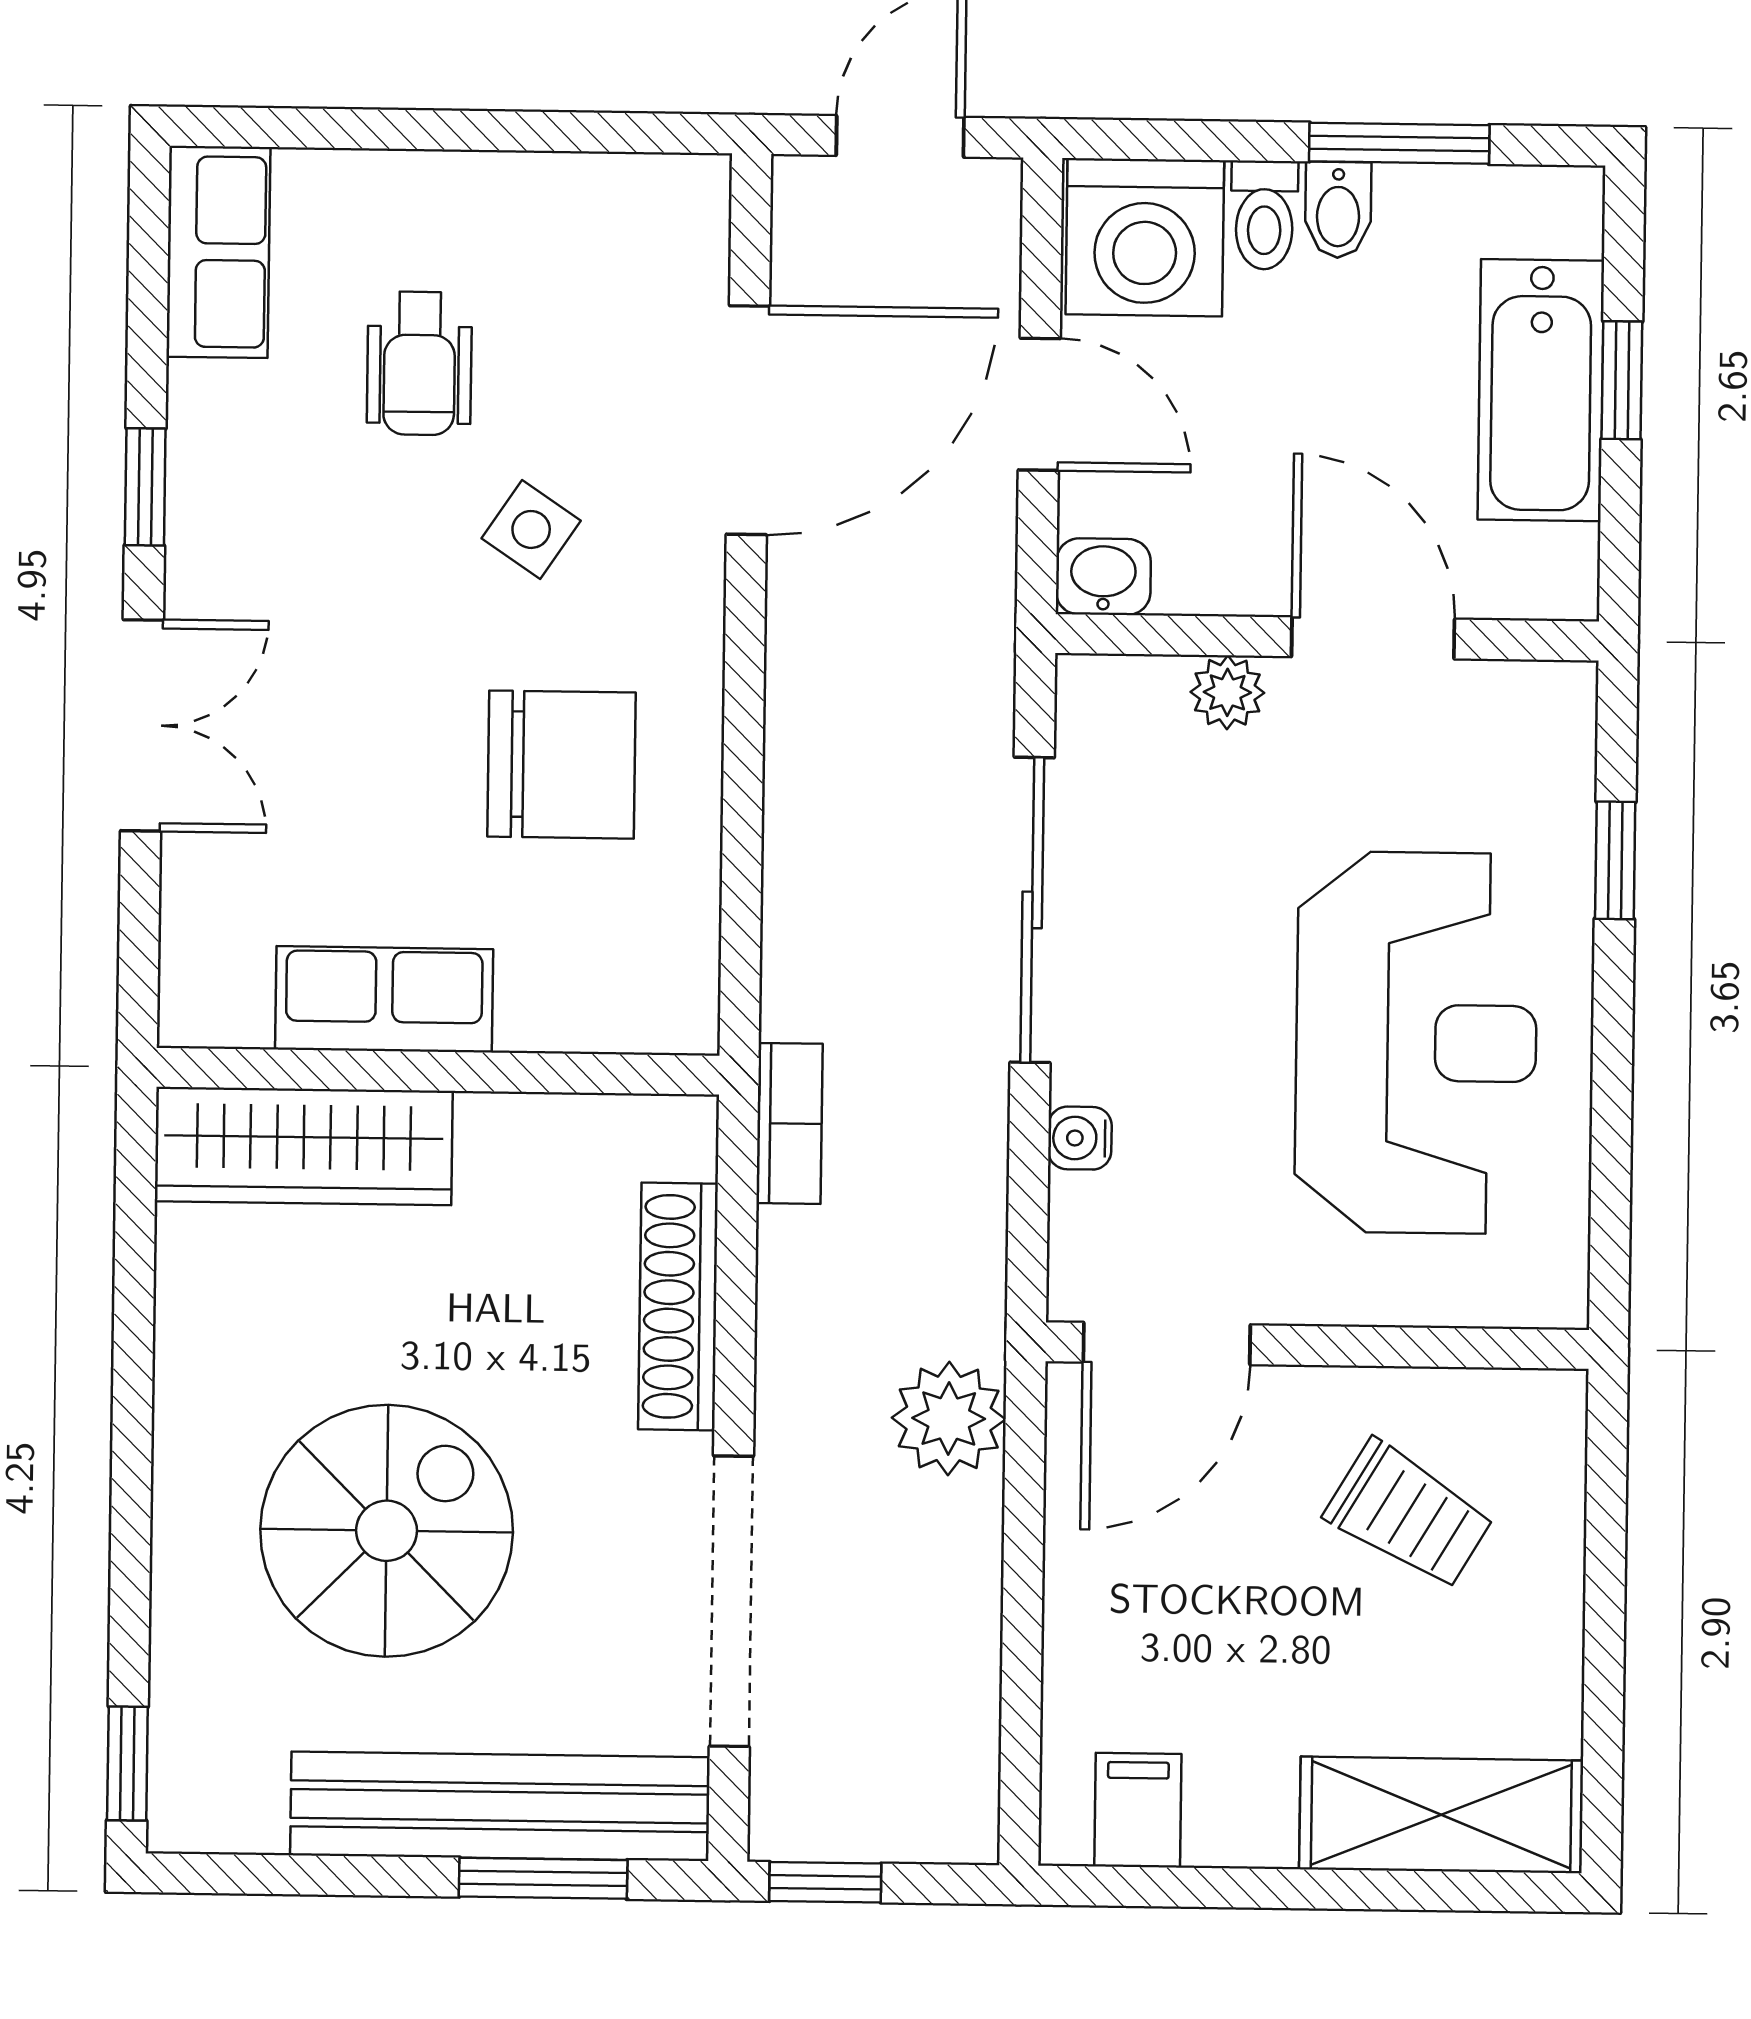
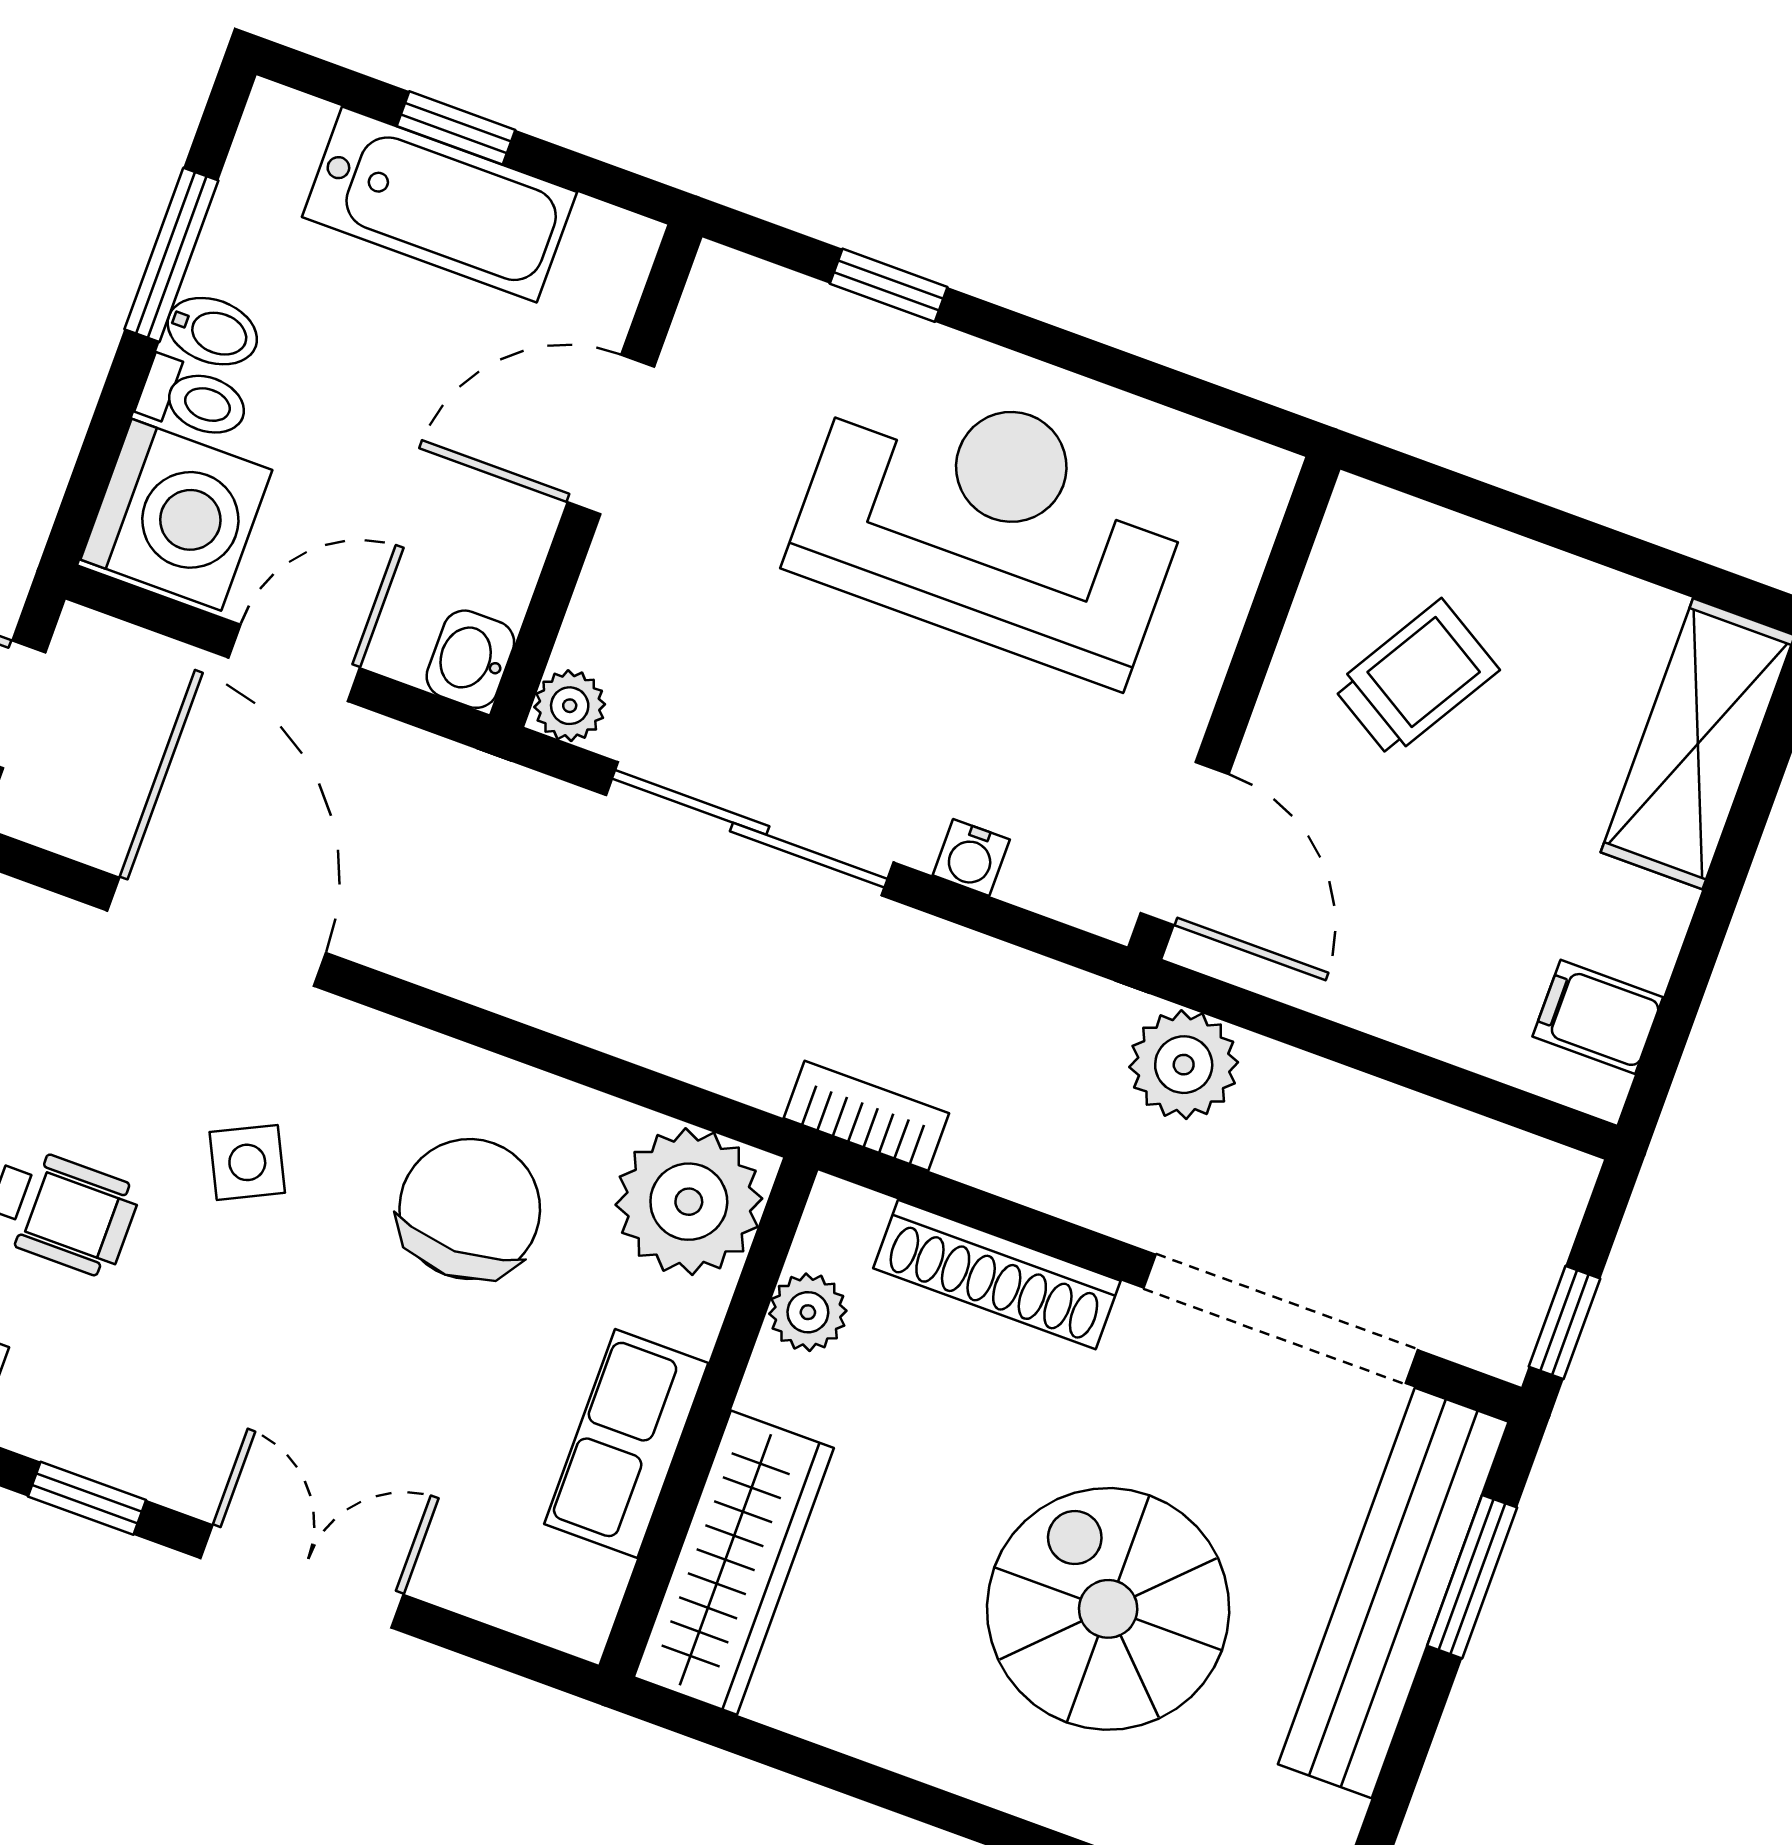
side table: (531, 529) -> (247, 1162), turned 30
plant: (1227, 692) -> (570, 706), moved
plant: (644, 978) -> (689, 1202), added
plant: (576, 1133) -> (808, 1312), added

